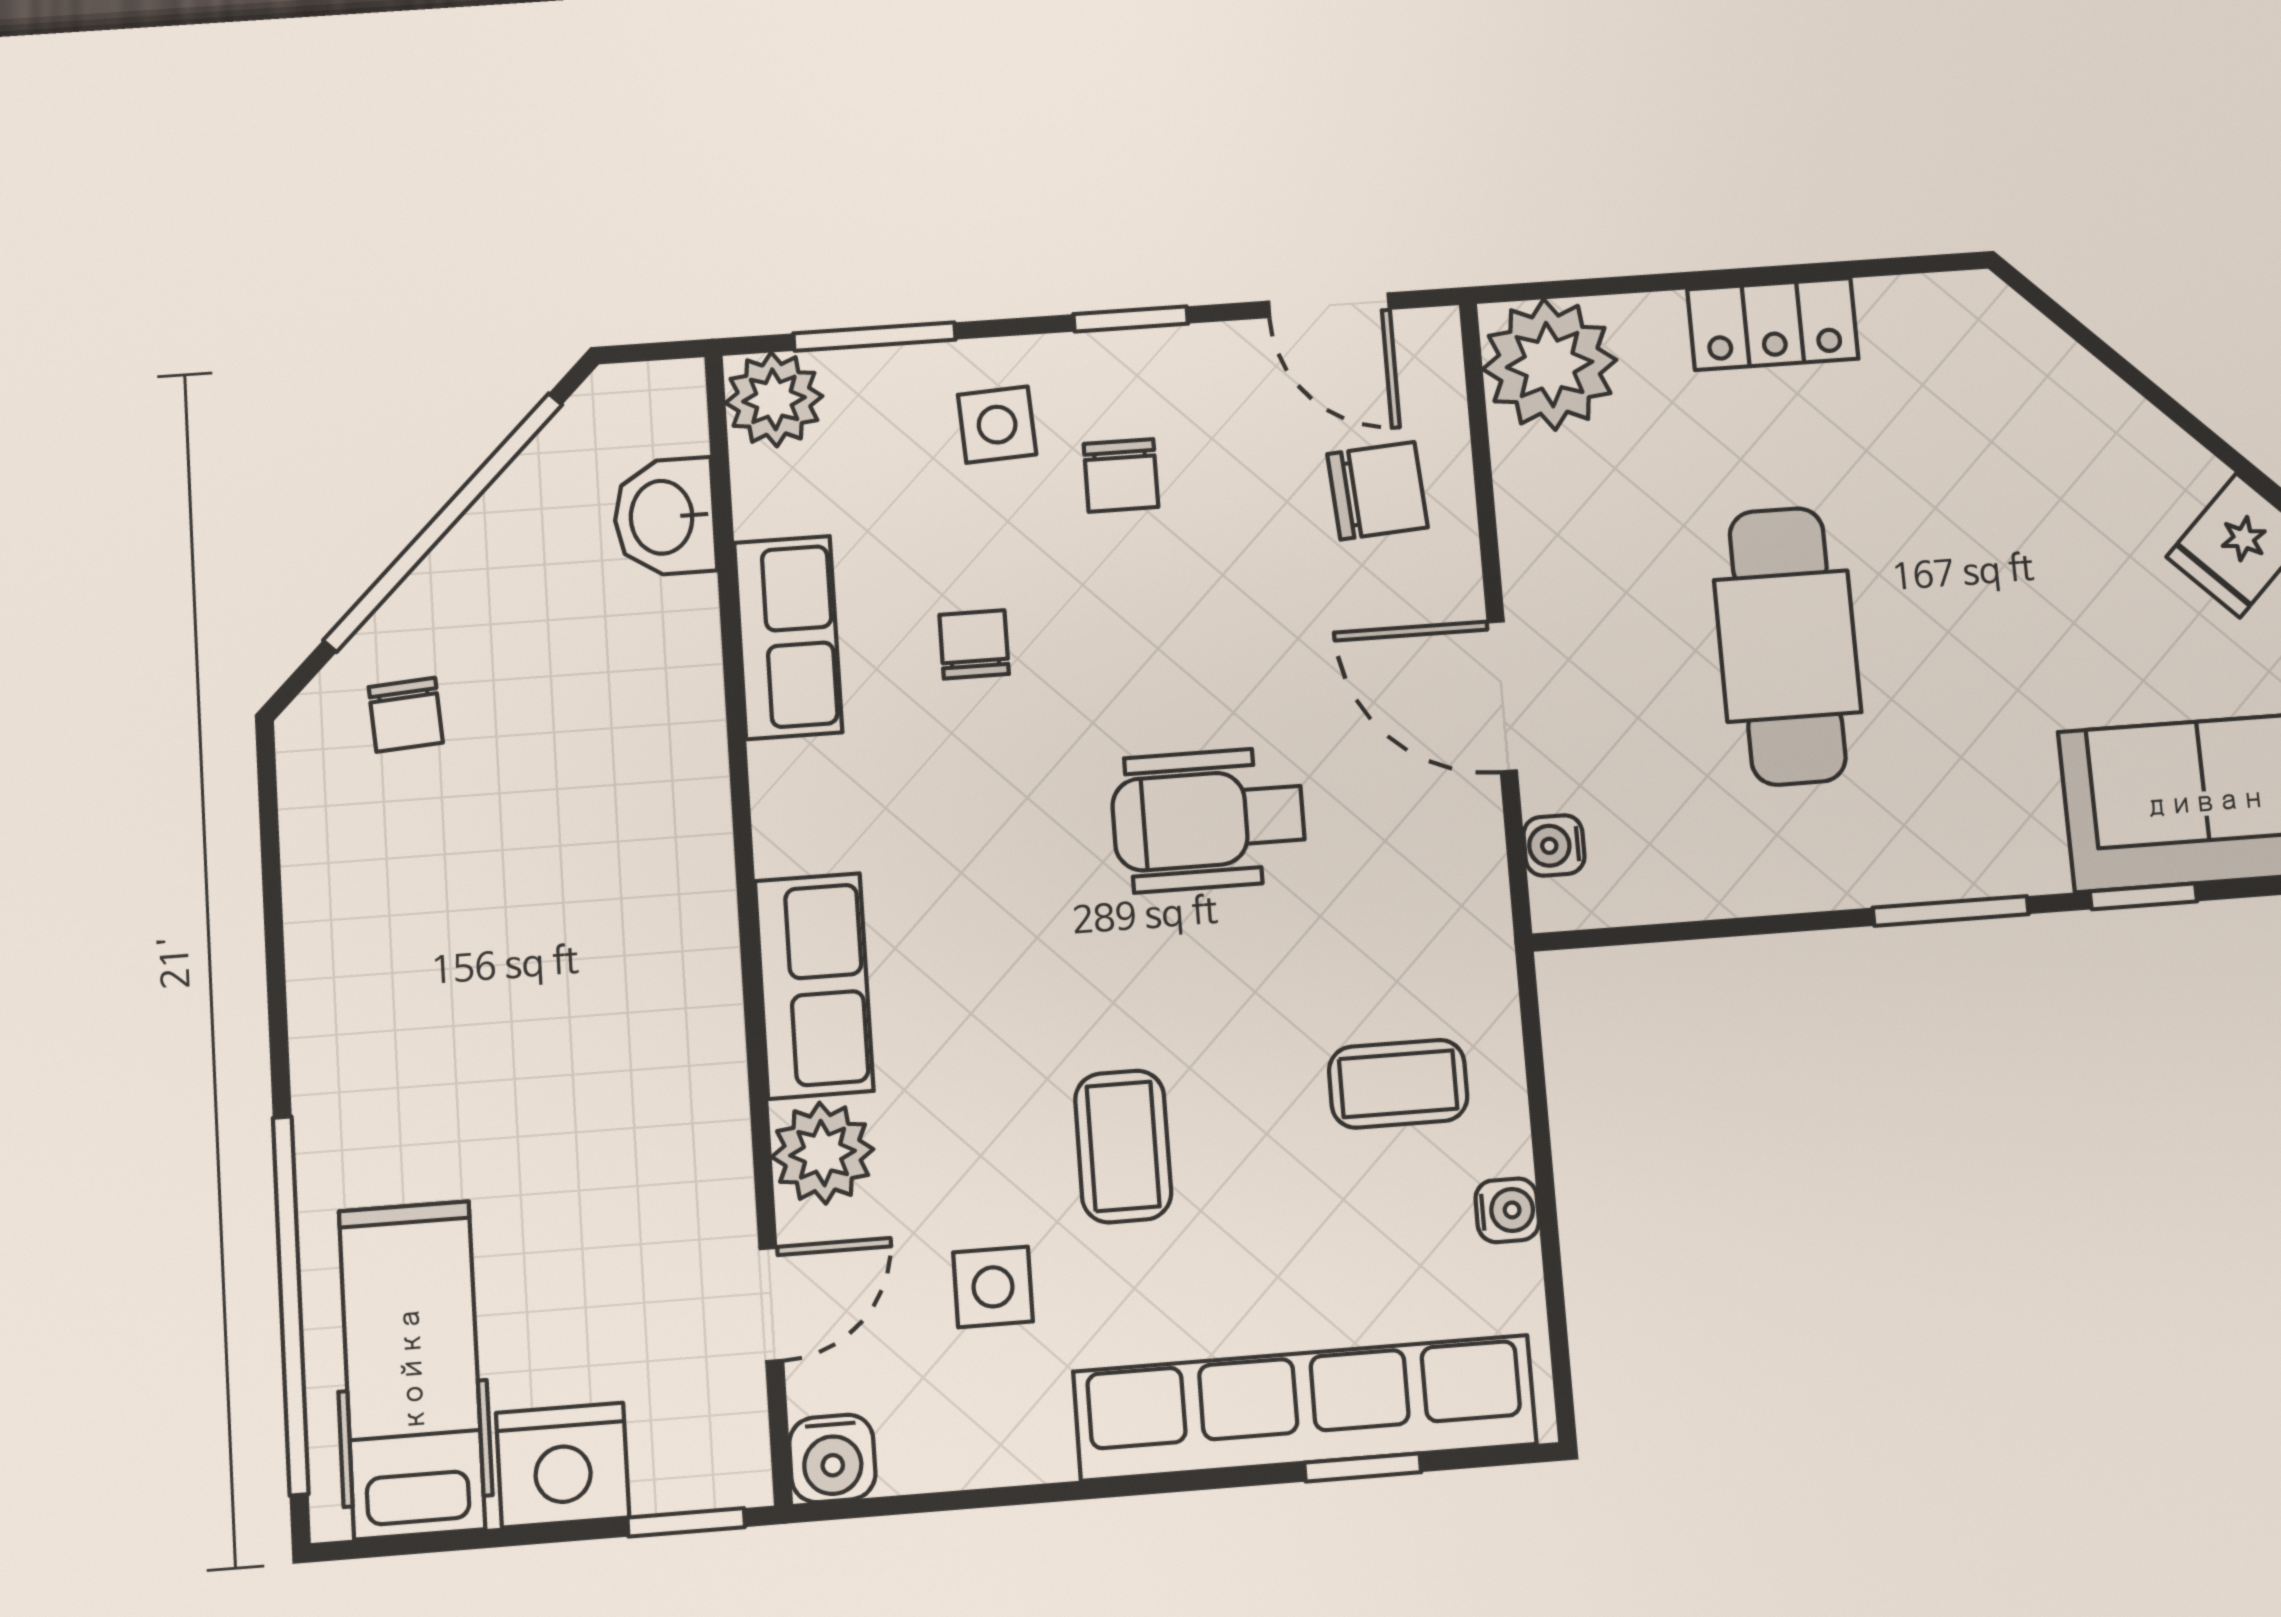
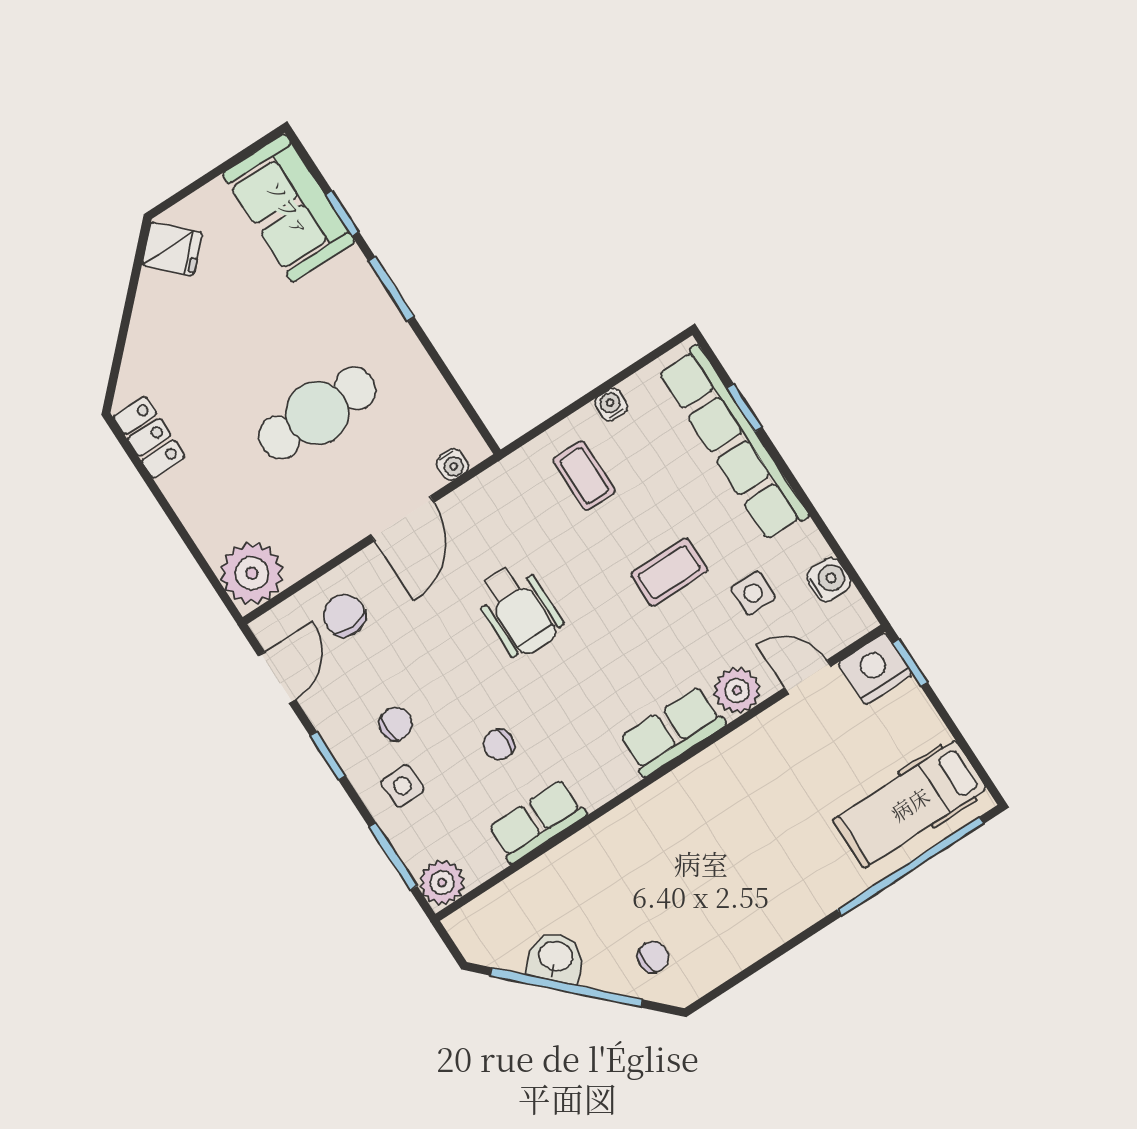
locker: (1773, 324) -> (149, 437), moved
washbasin: (665, 517) -> (556, 957), moved, turned -135
water cooler: (832, 1458) -> (829, 580), moved
nightstand: (563, 1465) -> (875, 669), moved, turned -90

